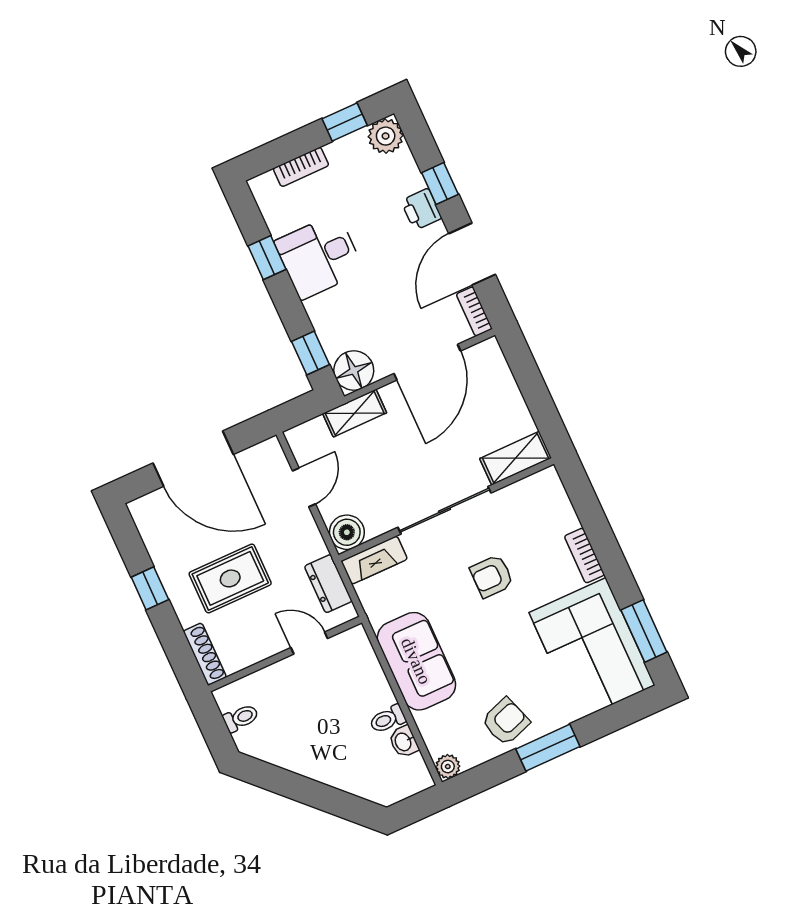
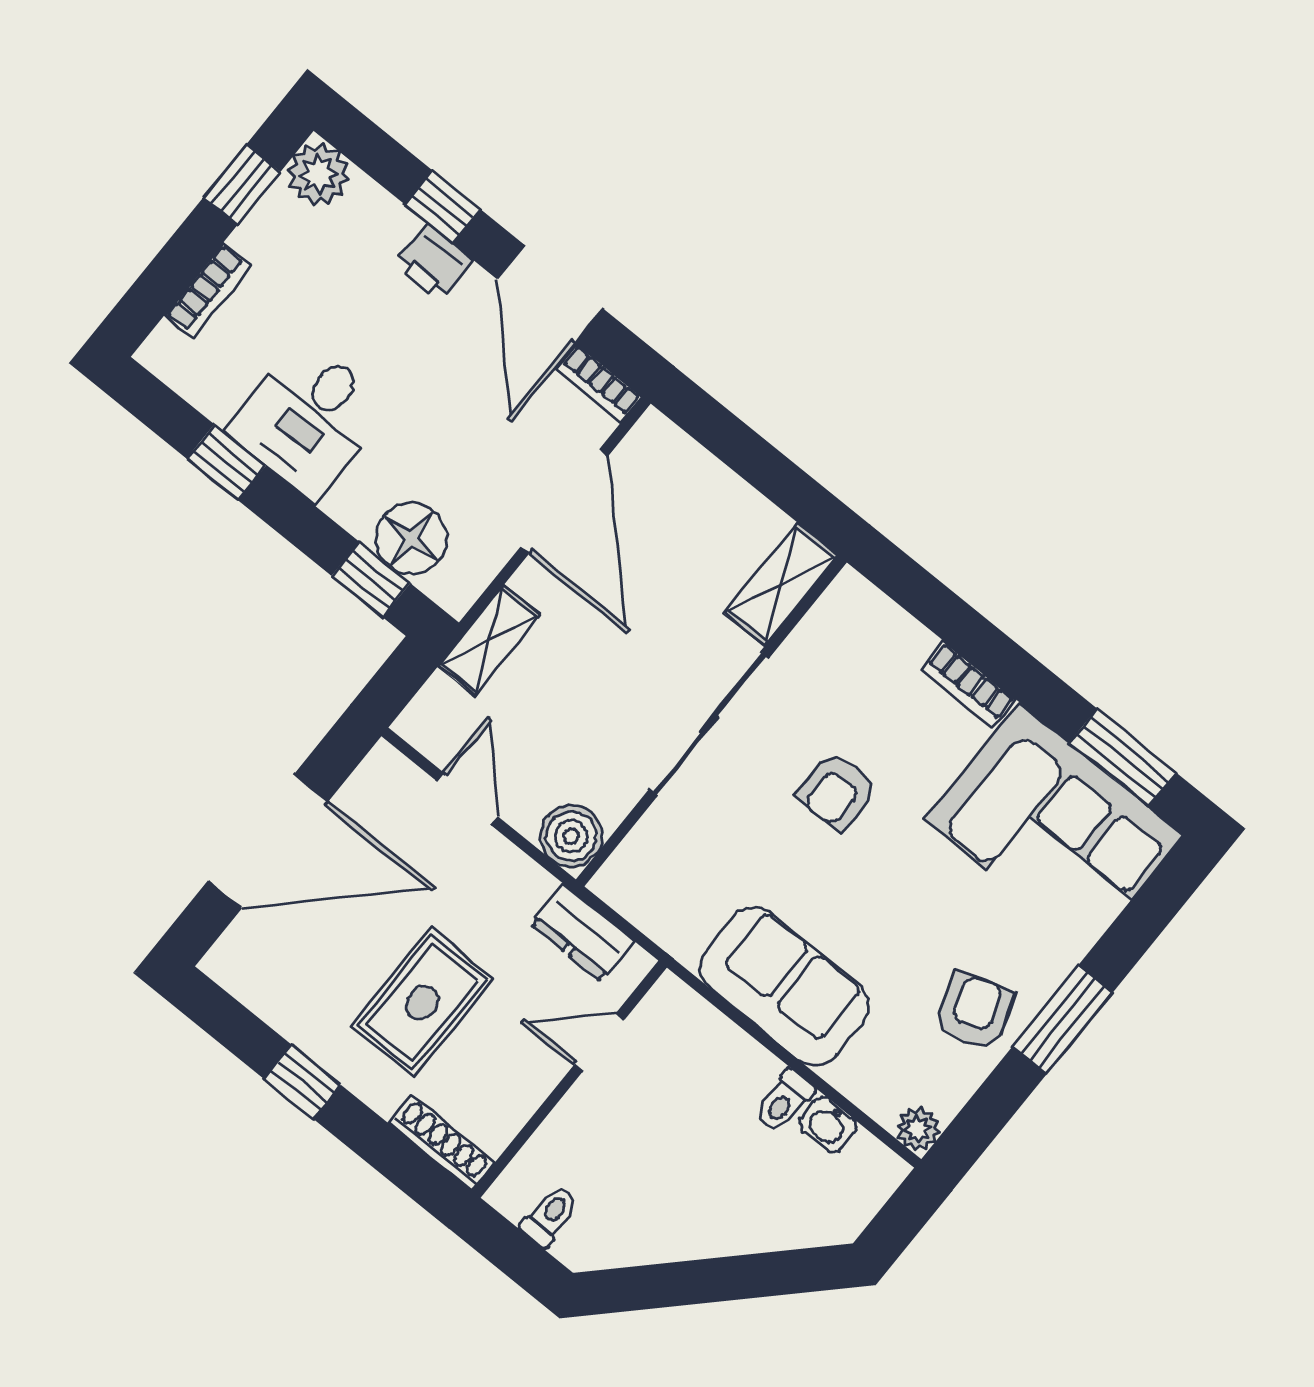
floor lamp: (354, 371) -> (411, 538), moved
fireplace: (374, 560) -> (637, 859), removed

